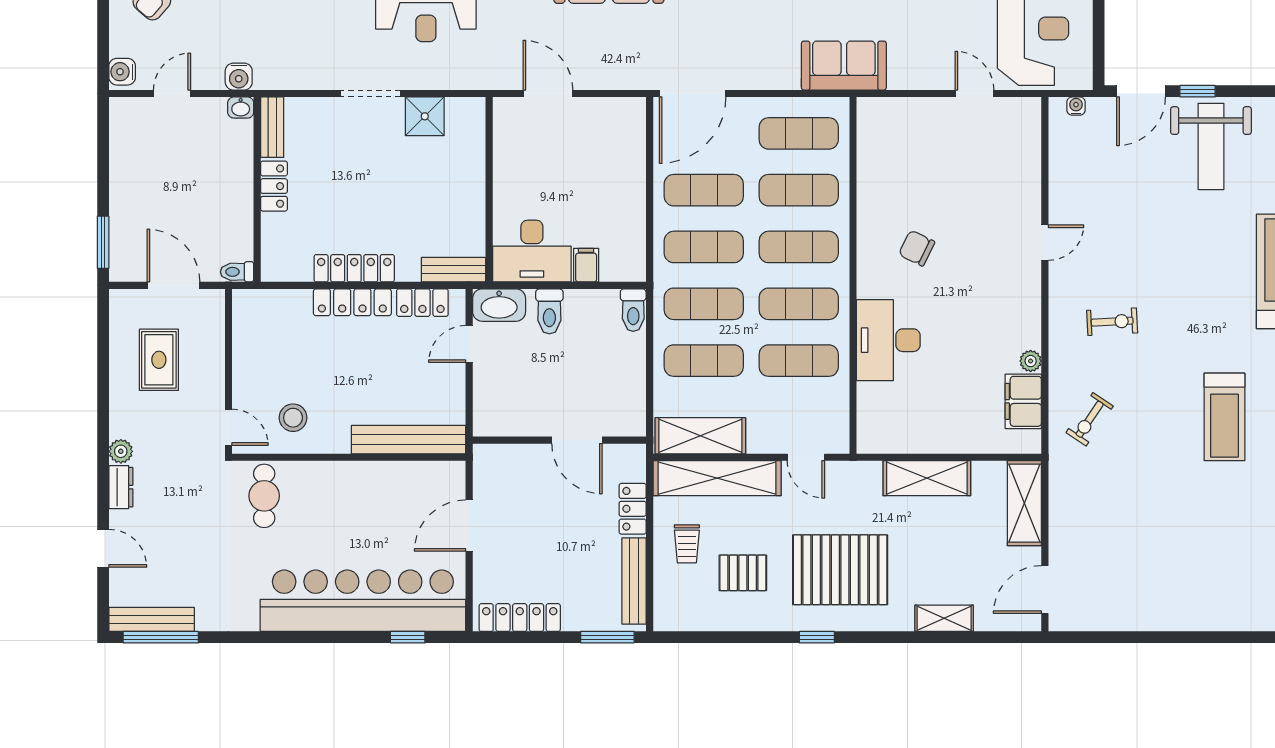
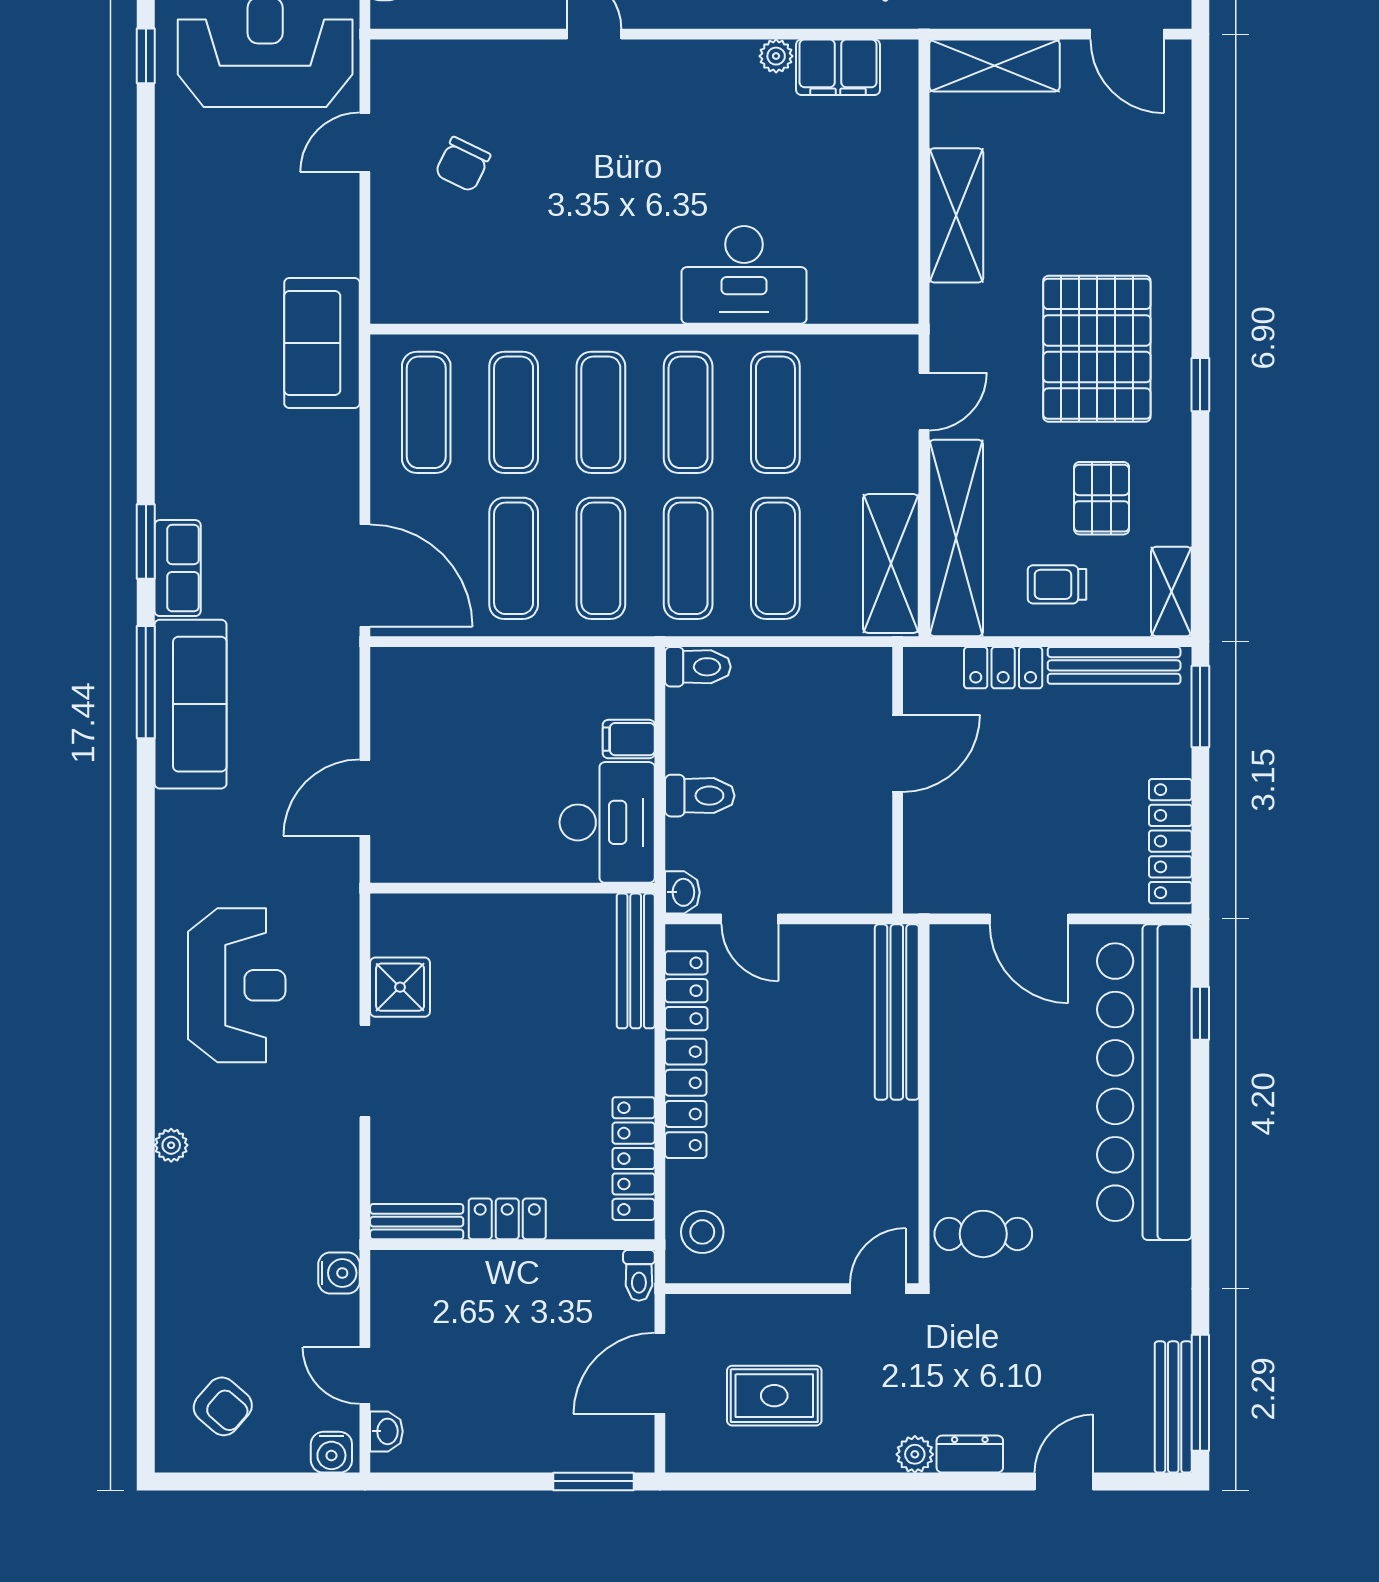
washbasin: (241, 108) -> (386, 1431), moved
chair: (917, 248) -> (463, 164), moved
locker: (354, 268) -> (634, 1159), moved
bench: (454, 270) -> (636, 961), width x1.36
washbasin: (499, 305) -> (682, 892), width x0.52, depth x0.69
stool: (293, 418) -> (702, 1232), moved
trolley: (687, 544) -> (1057, 584), turned 180
shelving: (944, 618) -> (1171, 591), moved

